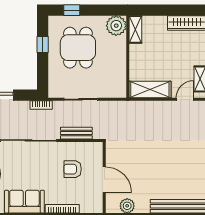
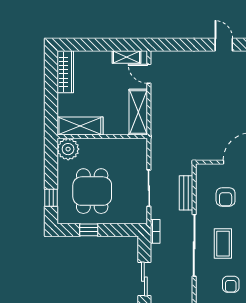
shelving: (135, 29) -> (80, 126), width x1.50, depth x1.33
dining table: (78, 48) -> (92, 191), turned 90
coffee table: (30, 167) -> (223, 244), added

